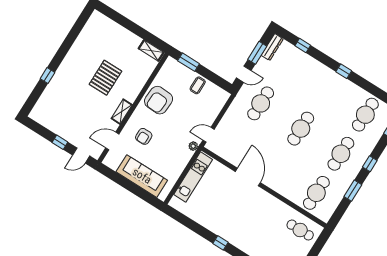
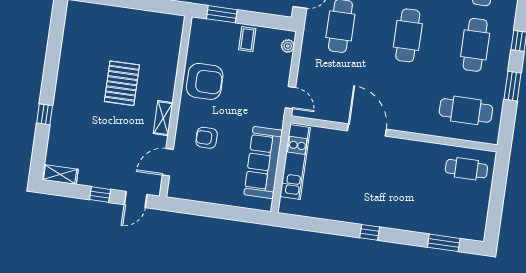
shelving: (151, 50) -> (60, 174), moved
armchair: (159, 100) -> (205, 81), turned -93
door: (208, 135) -> (290, 98), swing flipped
armchair: (144, 136) -> (207, 138), turned 90
plant: (193, 146) -> (288, 46), moved
sofa: (142, 176) -> (263, 162), moved, turned -90
cafe table: (316, 193) -> (466, 110), turned 90

